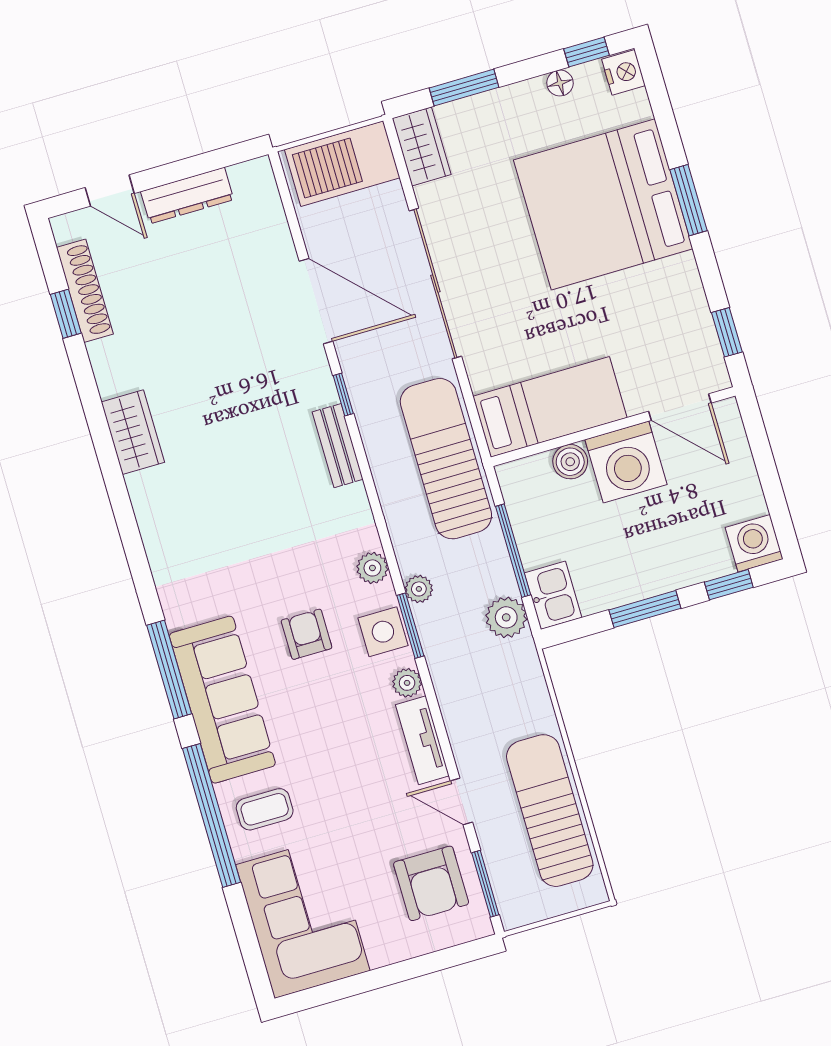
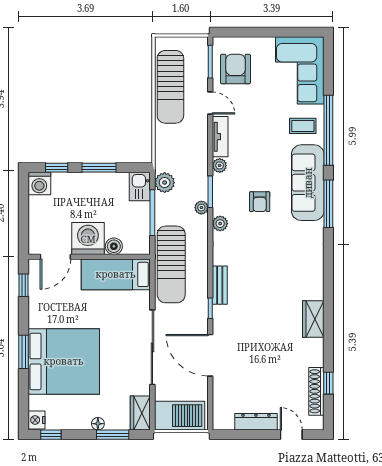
floor lamp: (560, 83) -> (98, 424), moved
door: (680, 407) -> (55, 257), swing flipped
side table: (383, 632) -> (224, 193), removed

